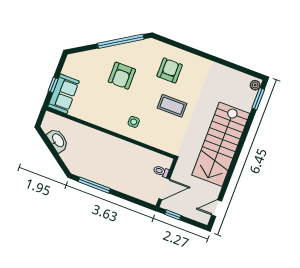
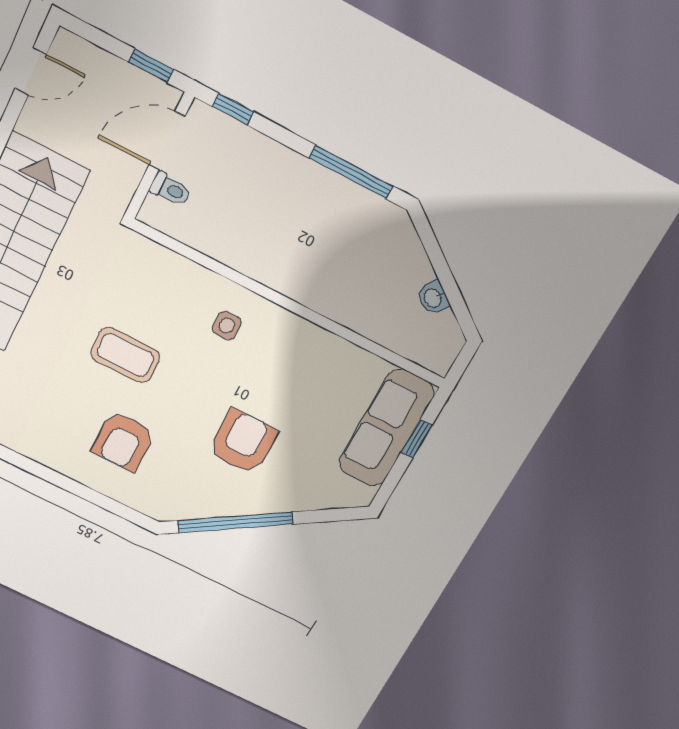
sofa: (63, 94) -> (386, 428), width x1.36
washbasin: (58, 140) -> (433, 298), width x0.52, depth x0.69
window: (141, 203) -> (233, 109), added

